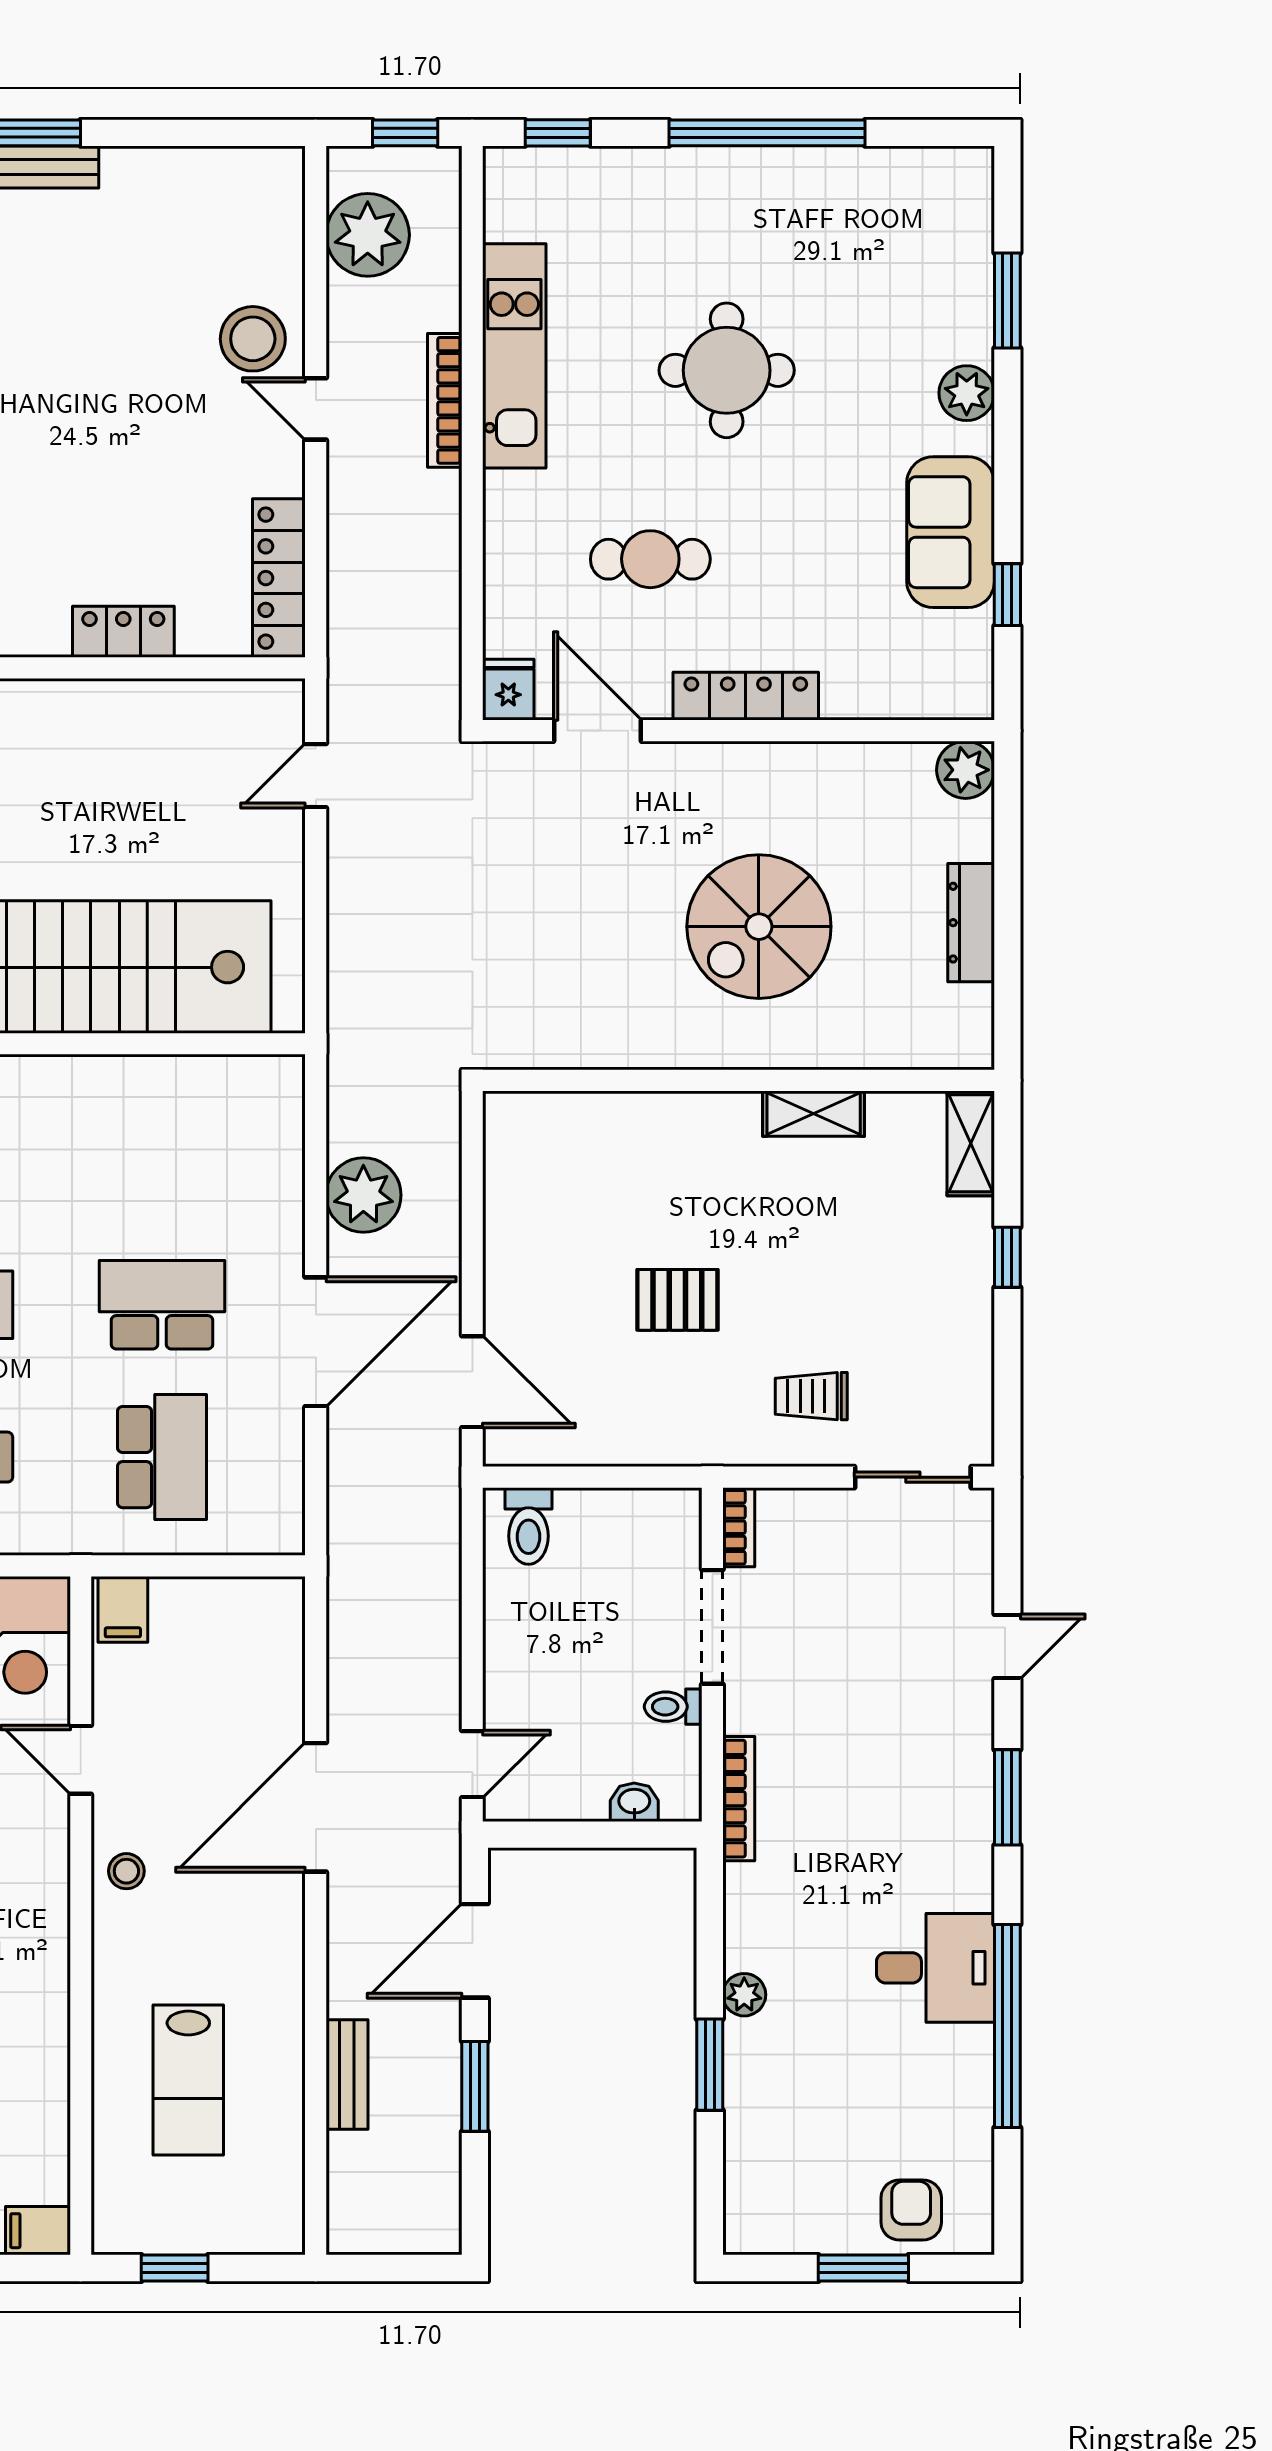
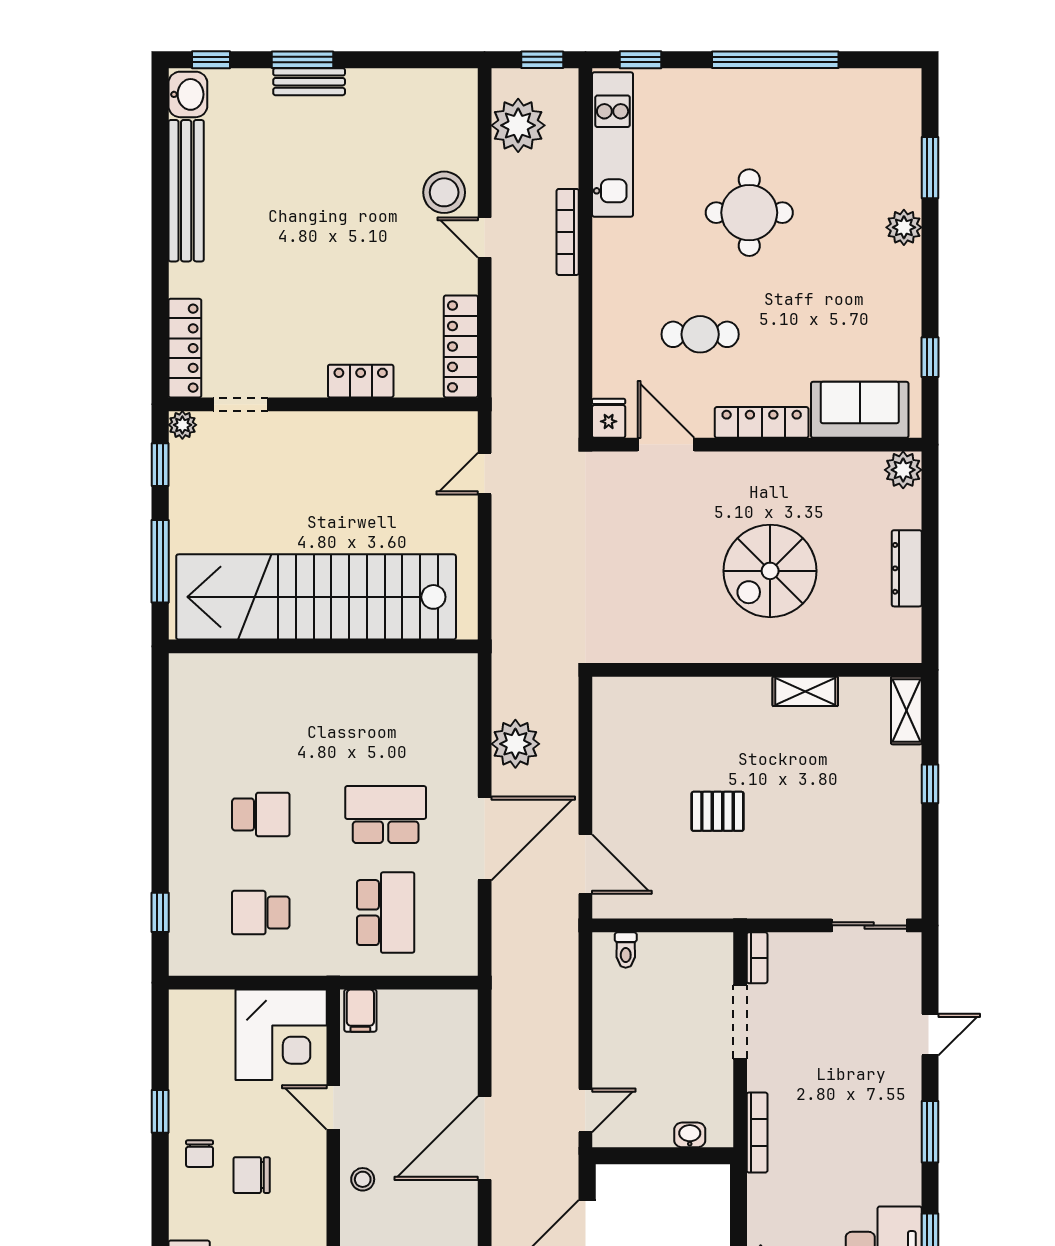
kitchen unit: (514, 356) -> (613, 145), moved
sofa: (951, 532) -> (860, 410), moved, turned 90
trolley: (811, 1396) -> (804, 873), removed
toilet: (529, 1526) -> (626, 950), width x0.73, depth x0.72
toilet: (673, 1707) -> (715, 1073), removed

